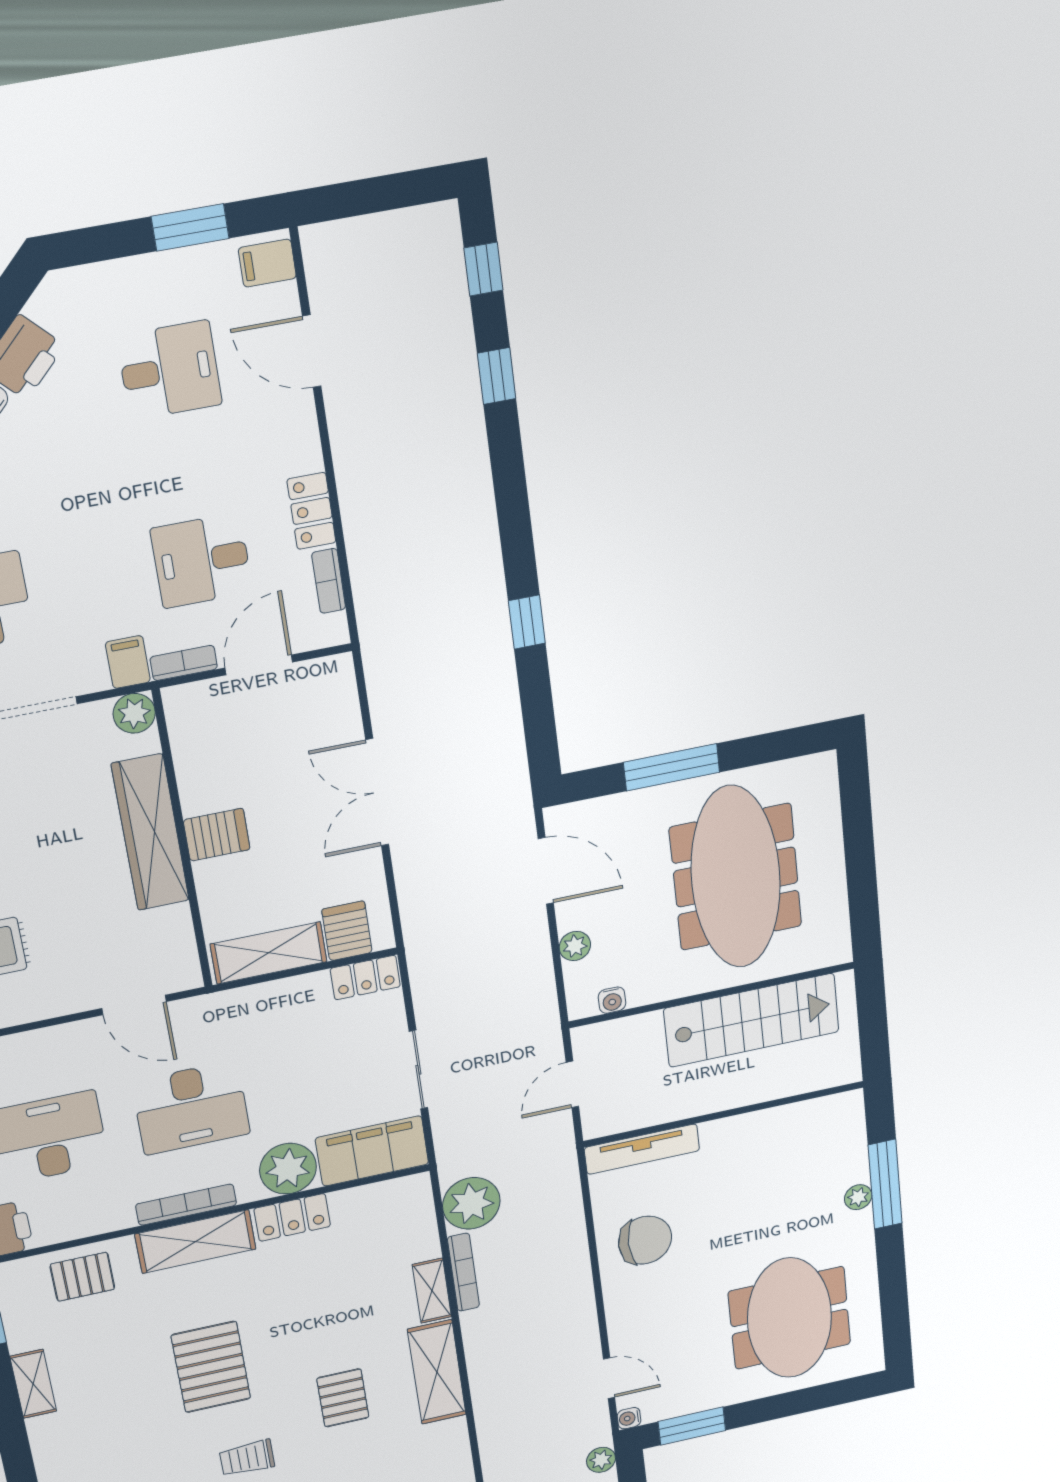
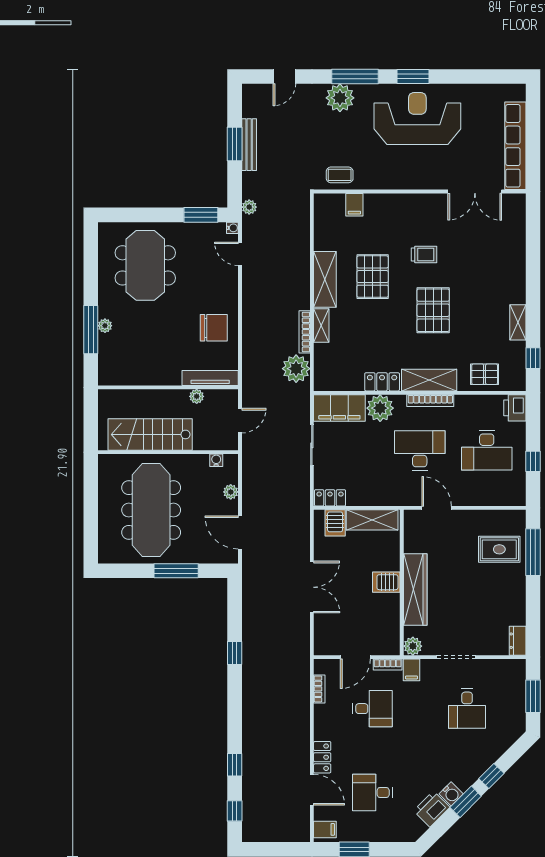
locker: (311, 511) -> (322, 757), moved
plant: (665, 1110) -> (197, 396), added
chair: (645, 1240) -> (214, 328), turned 180
pallet: (343, 1398) -> (373, 277), width x1.50, depth x1.42

